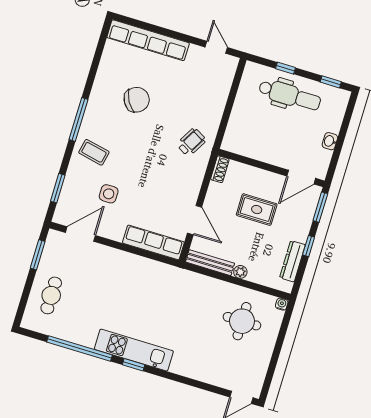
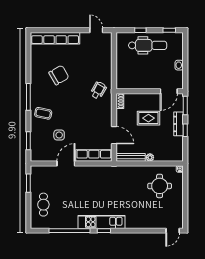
door: (80, 234) -> (66, 164), moved
dresser: (292, 261) -> (179, 124), moved

